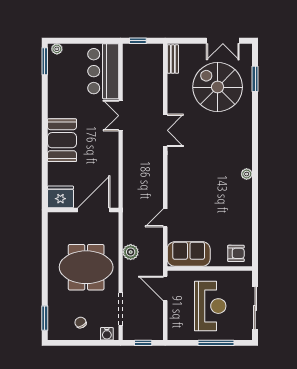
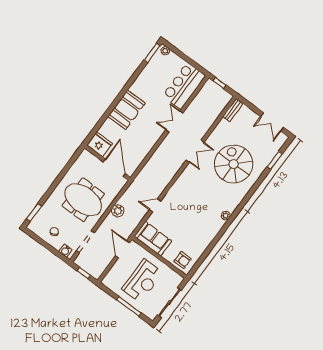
spiral stairs: (218, 87) -> (234, 164), moved
door: (94, 210) -> (114, 168), hinge flipped

